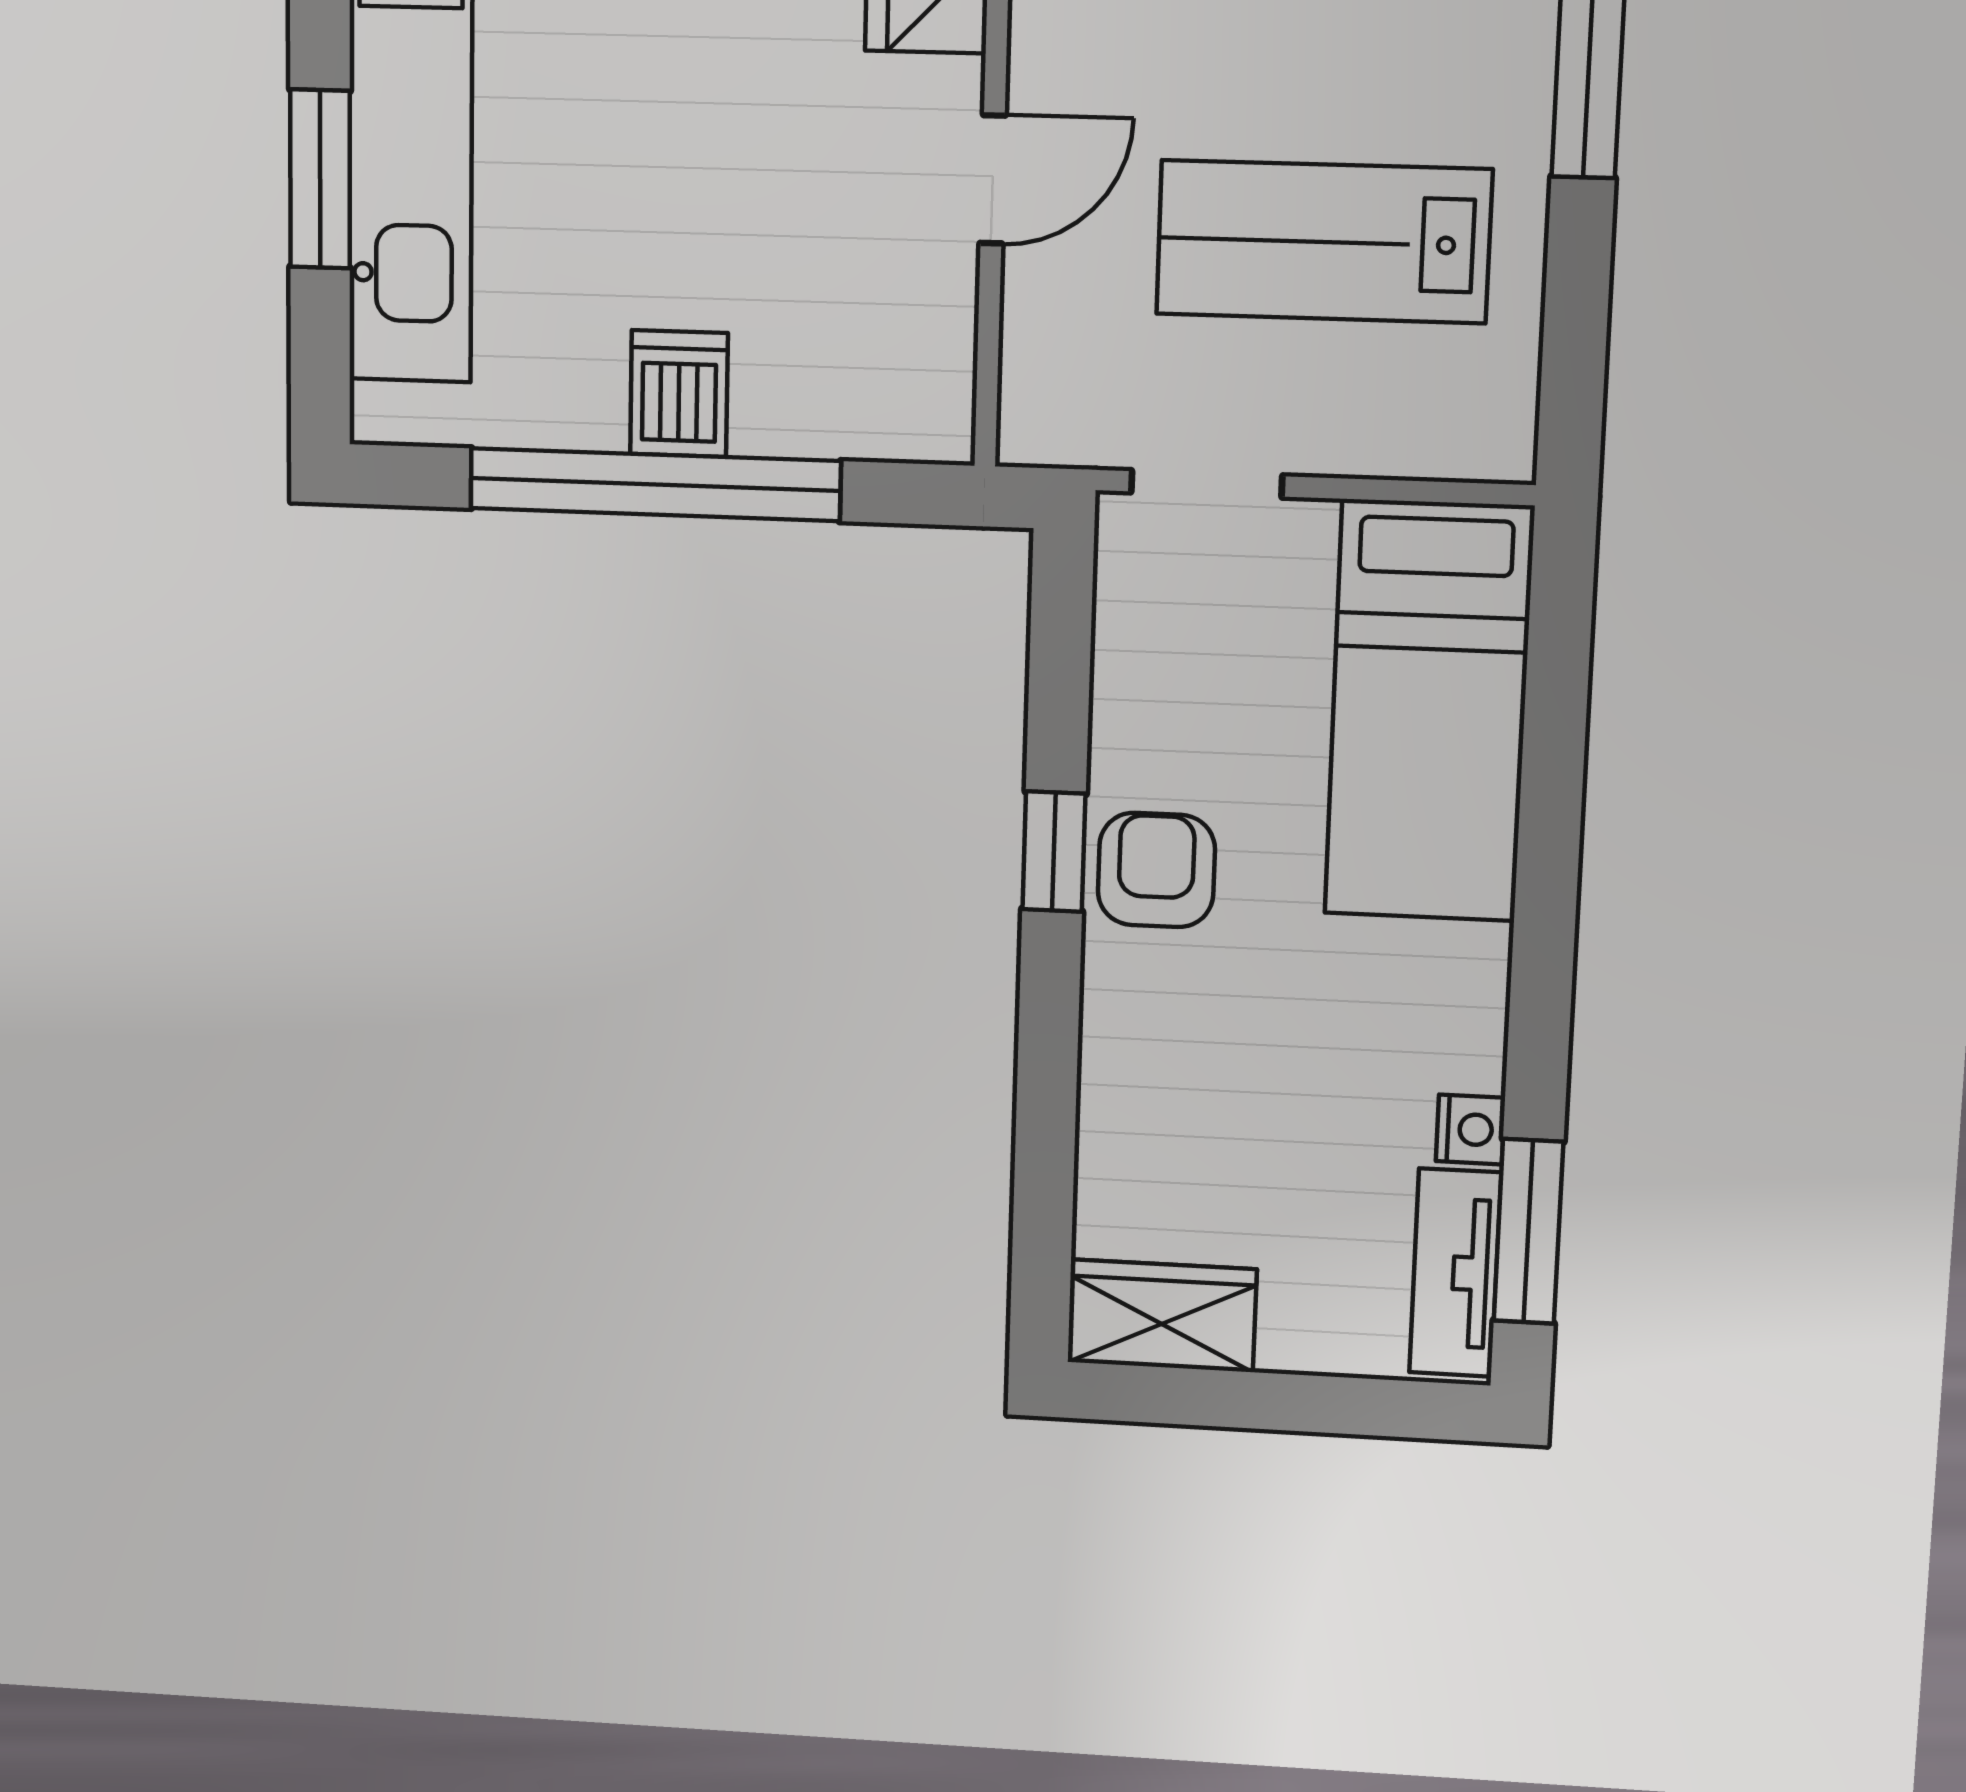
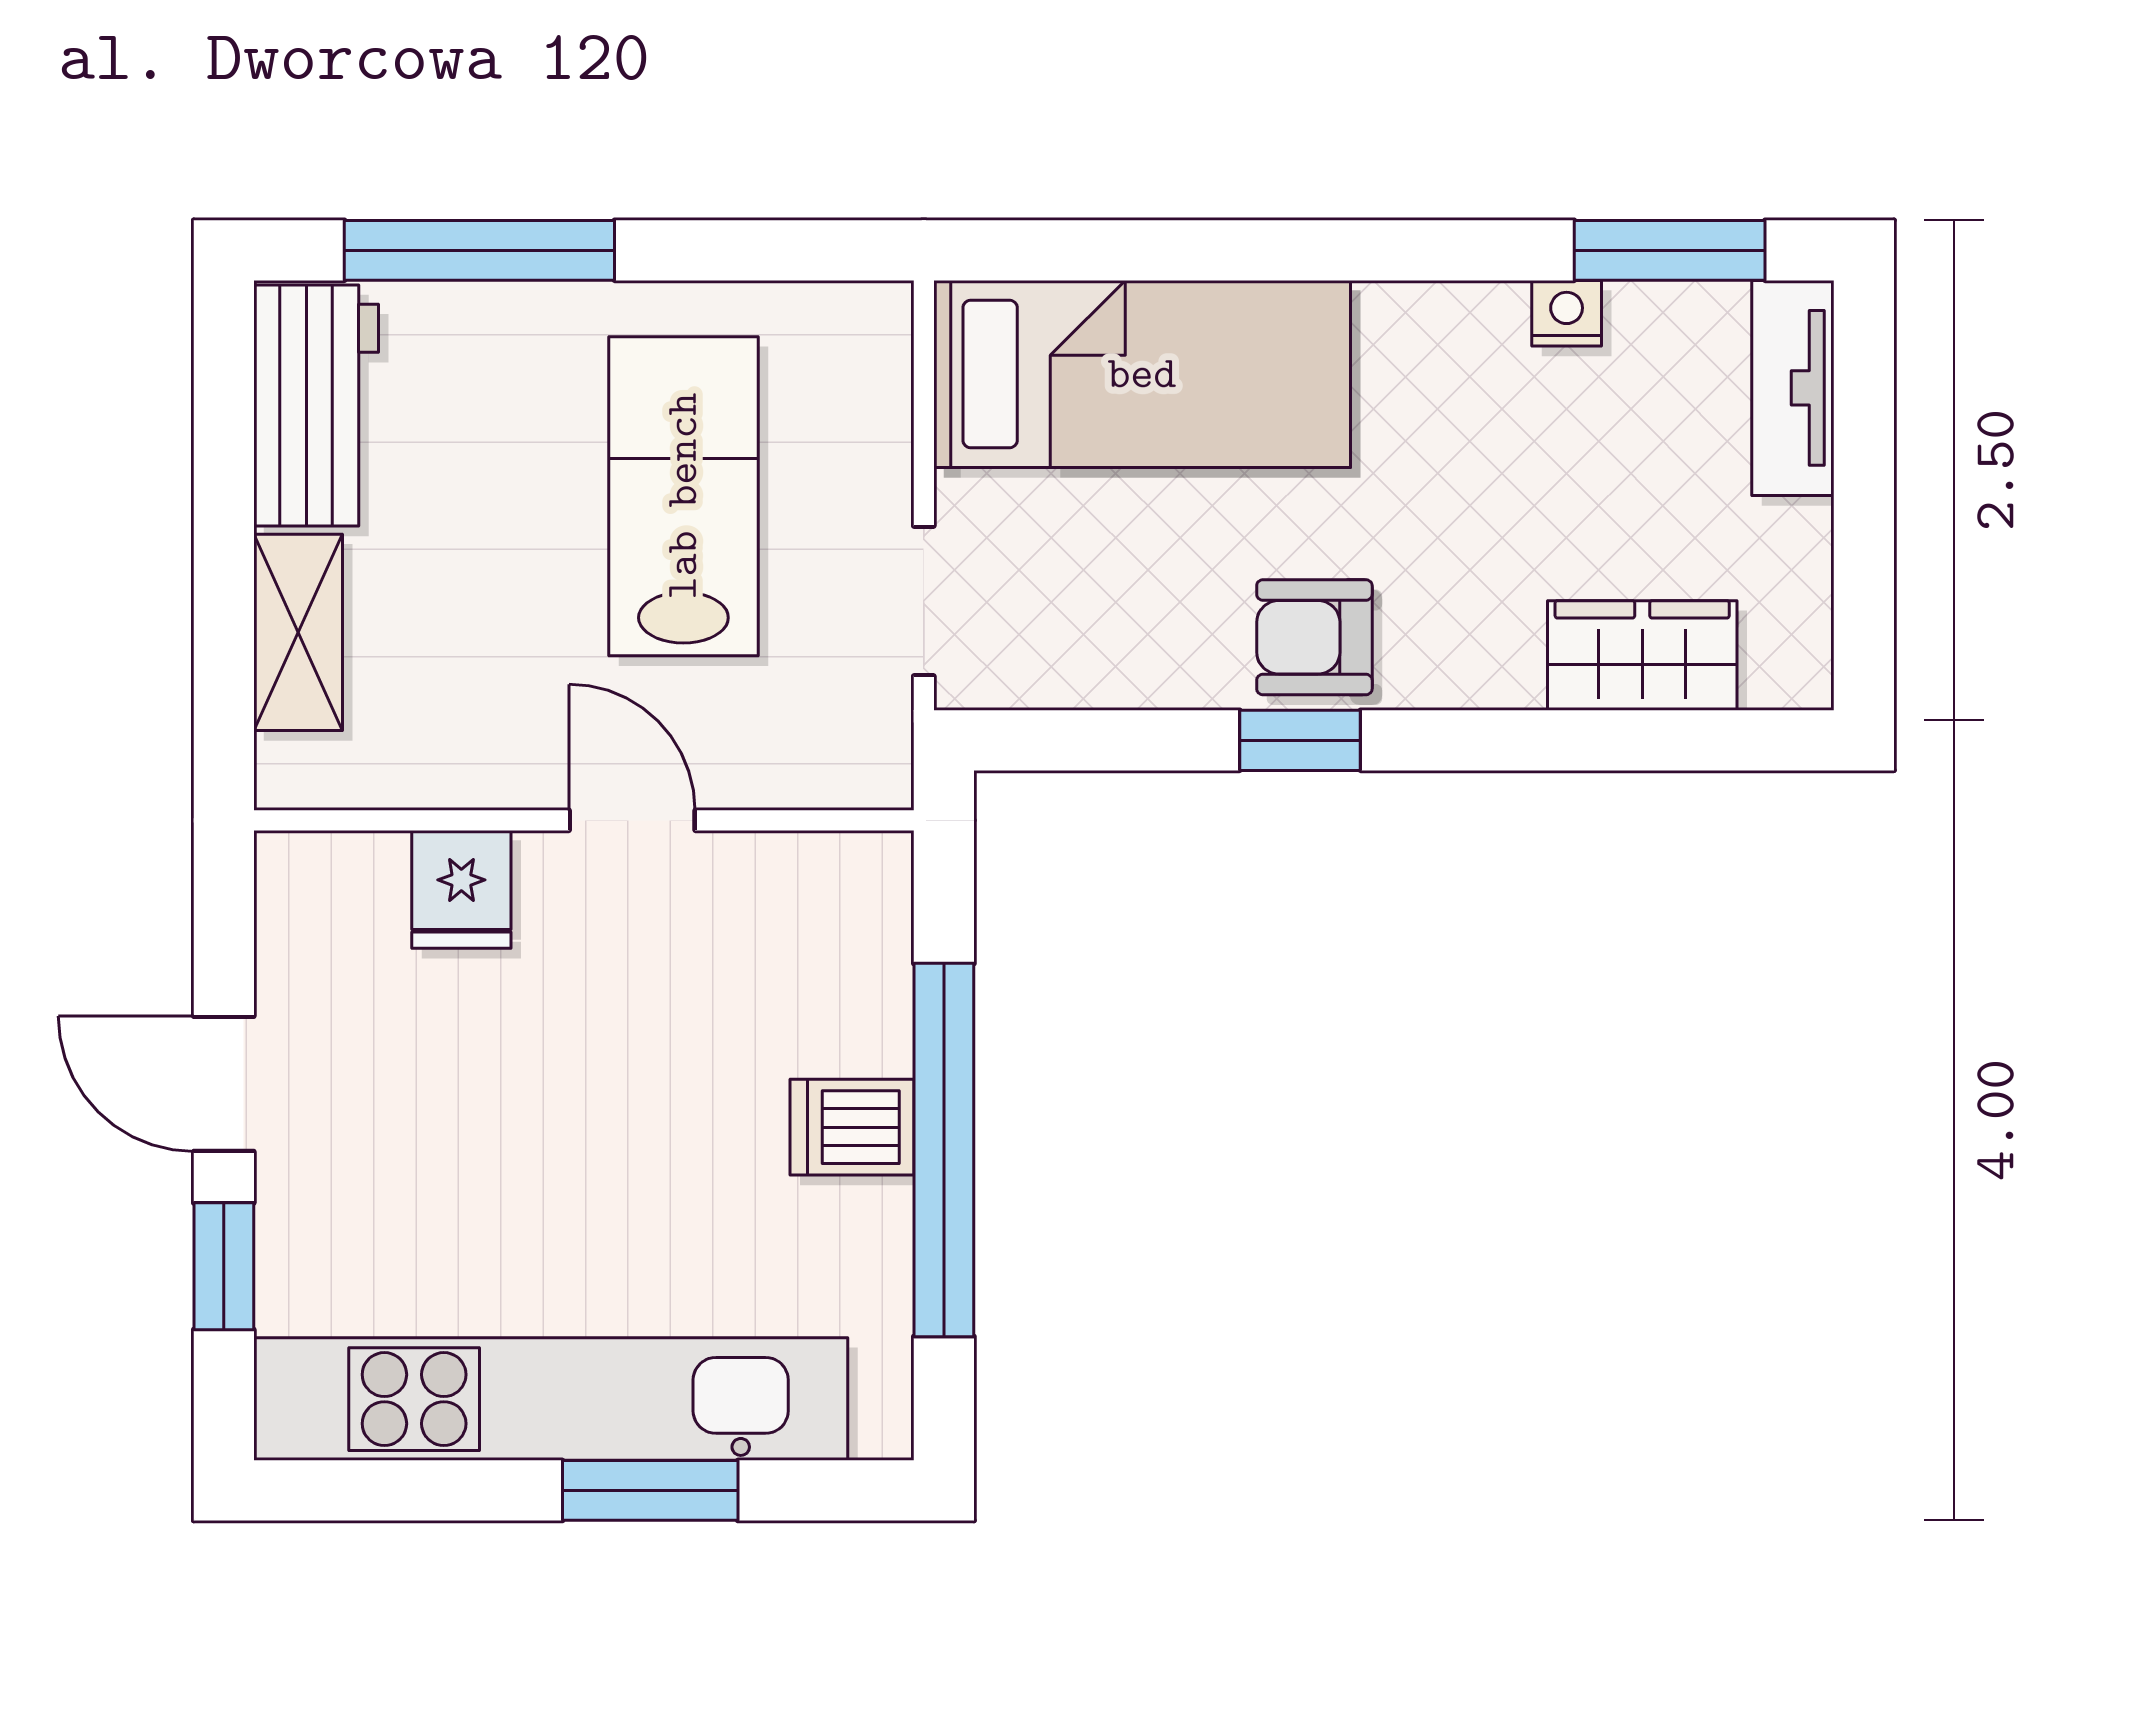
lab bench: (1324, 242) -> (683, 496), turned 180
tv unit: (1455, 1273) -> (1793, 388), moved, turned 90
wardrobe: (1162, 1316) -> (1642, 655), moved, turned 90

